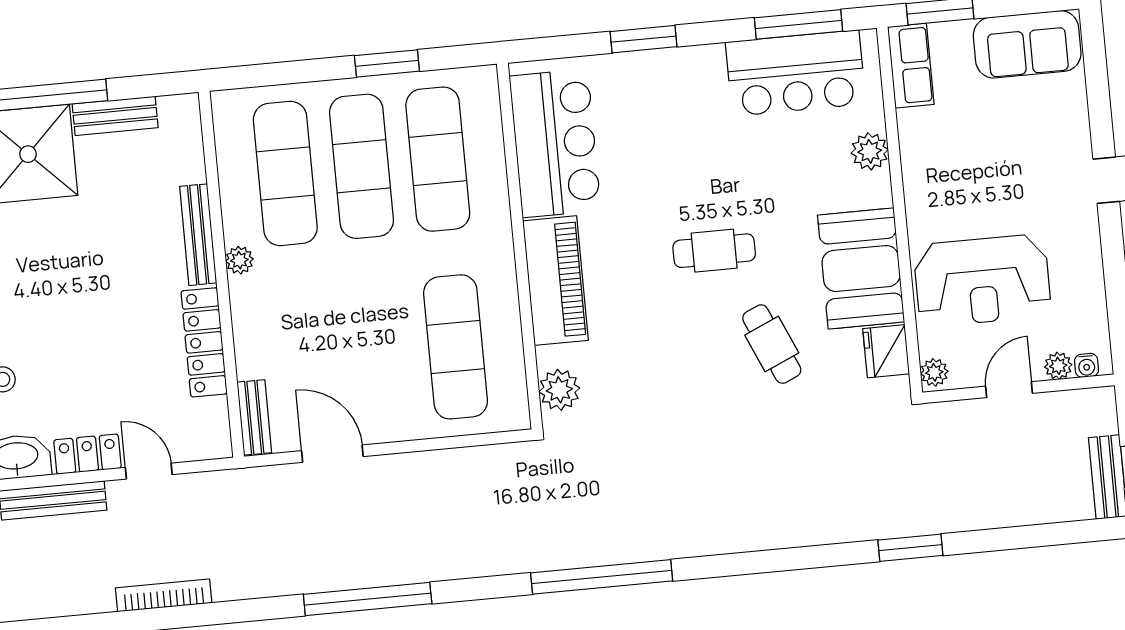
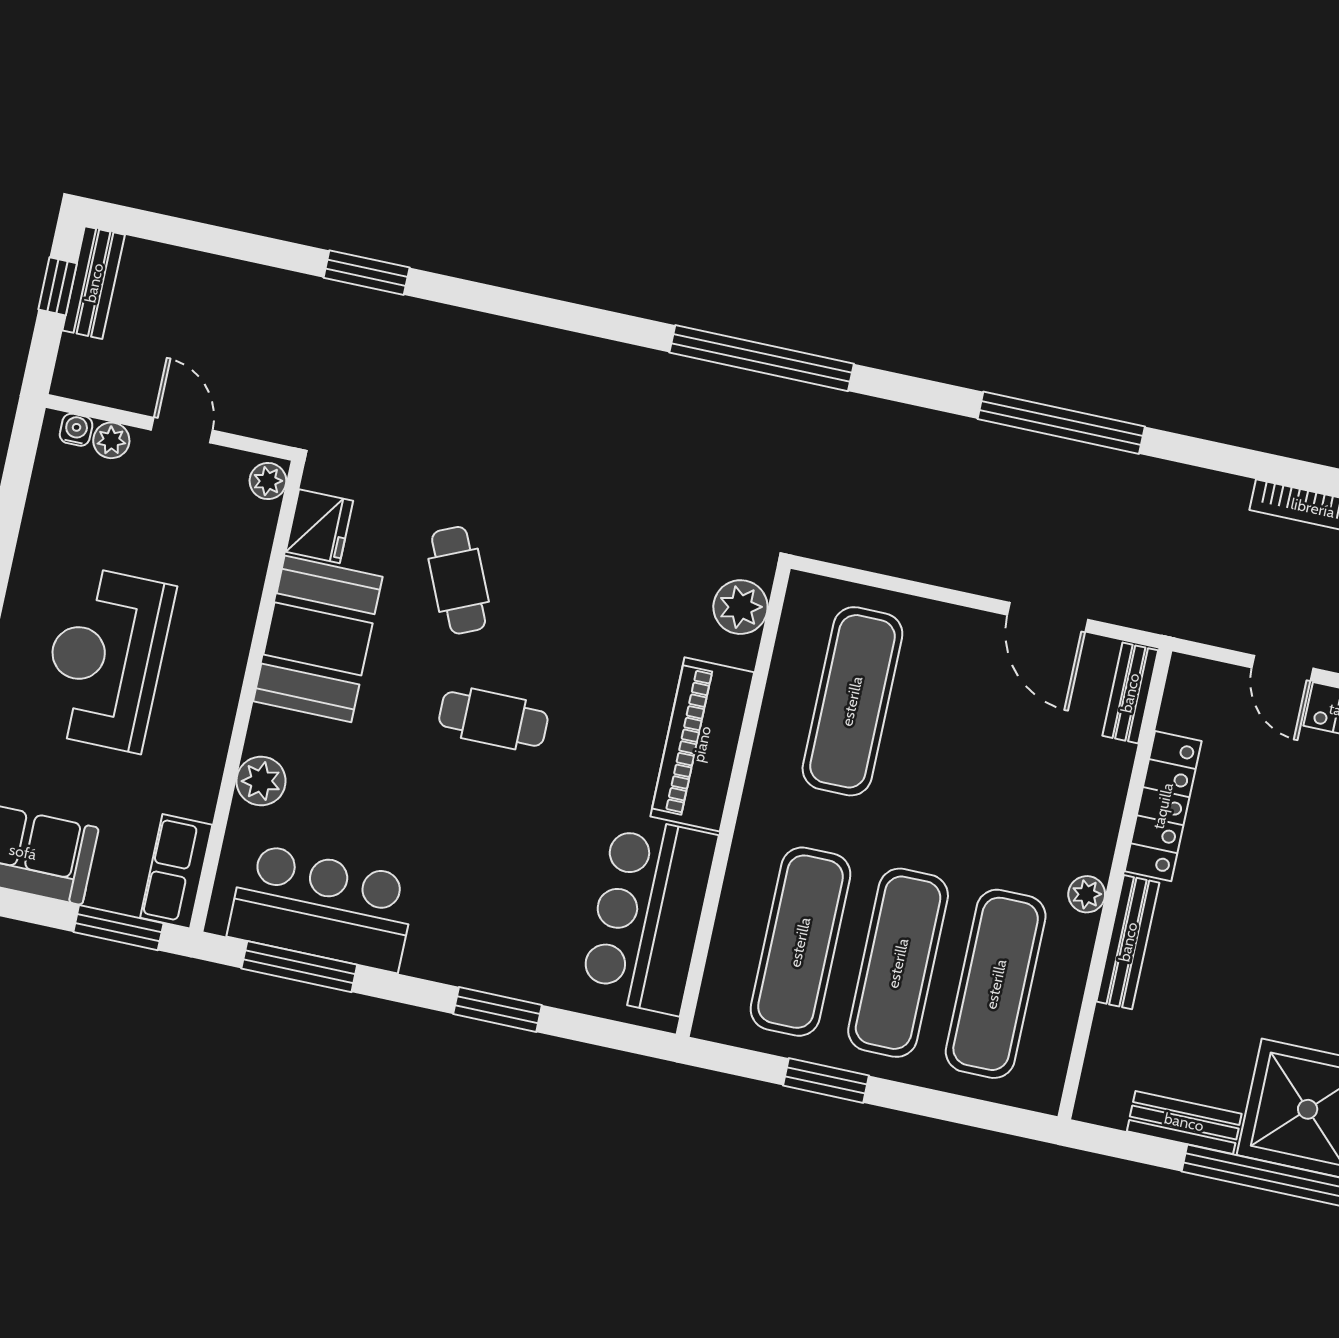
reception desk: (982, 281) -> (106, 659), moved, turned -90
door: (1009, 390) -> (182, 430), swing flipped

